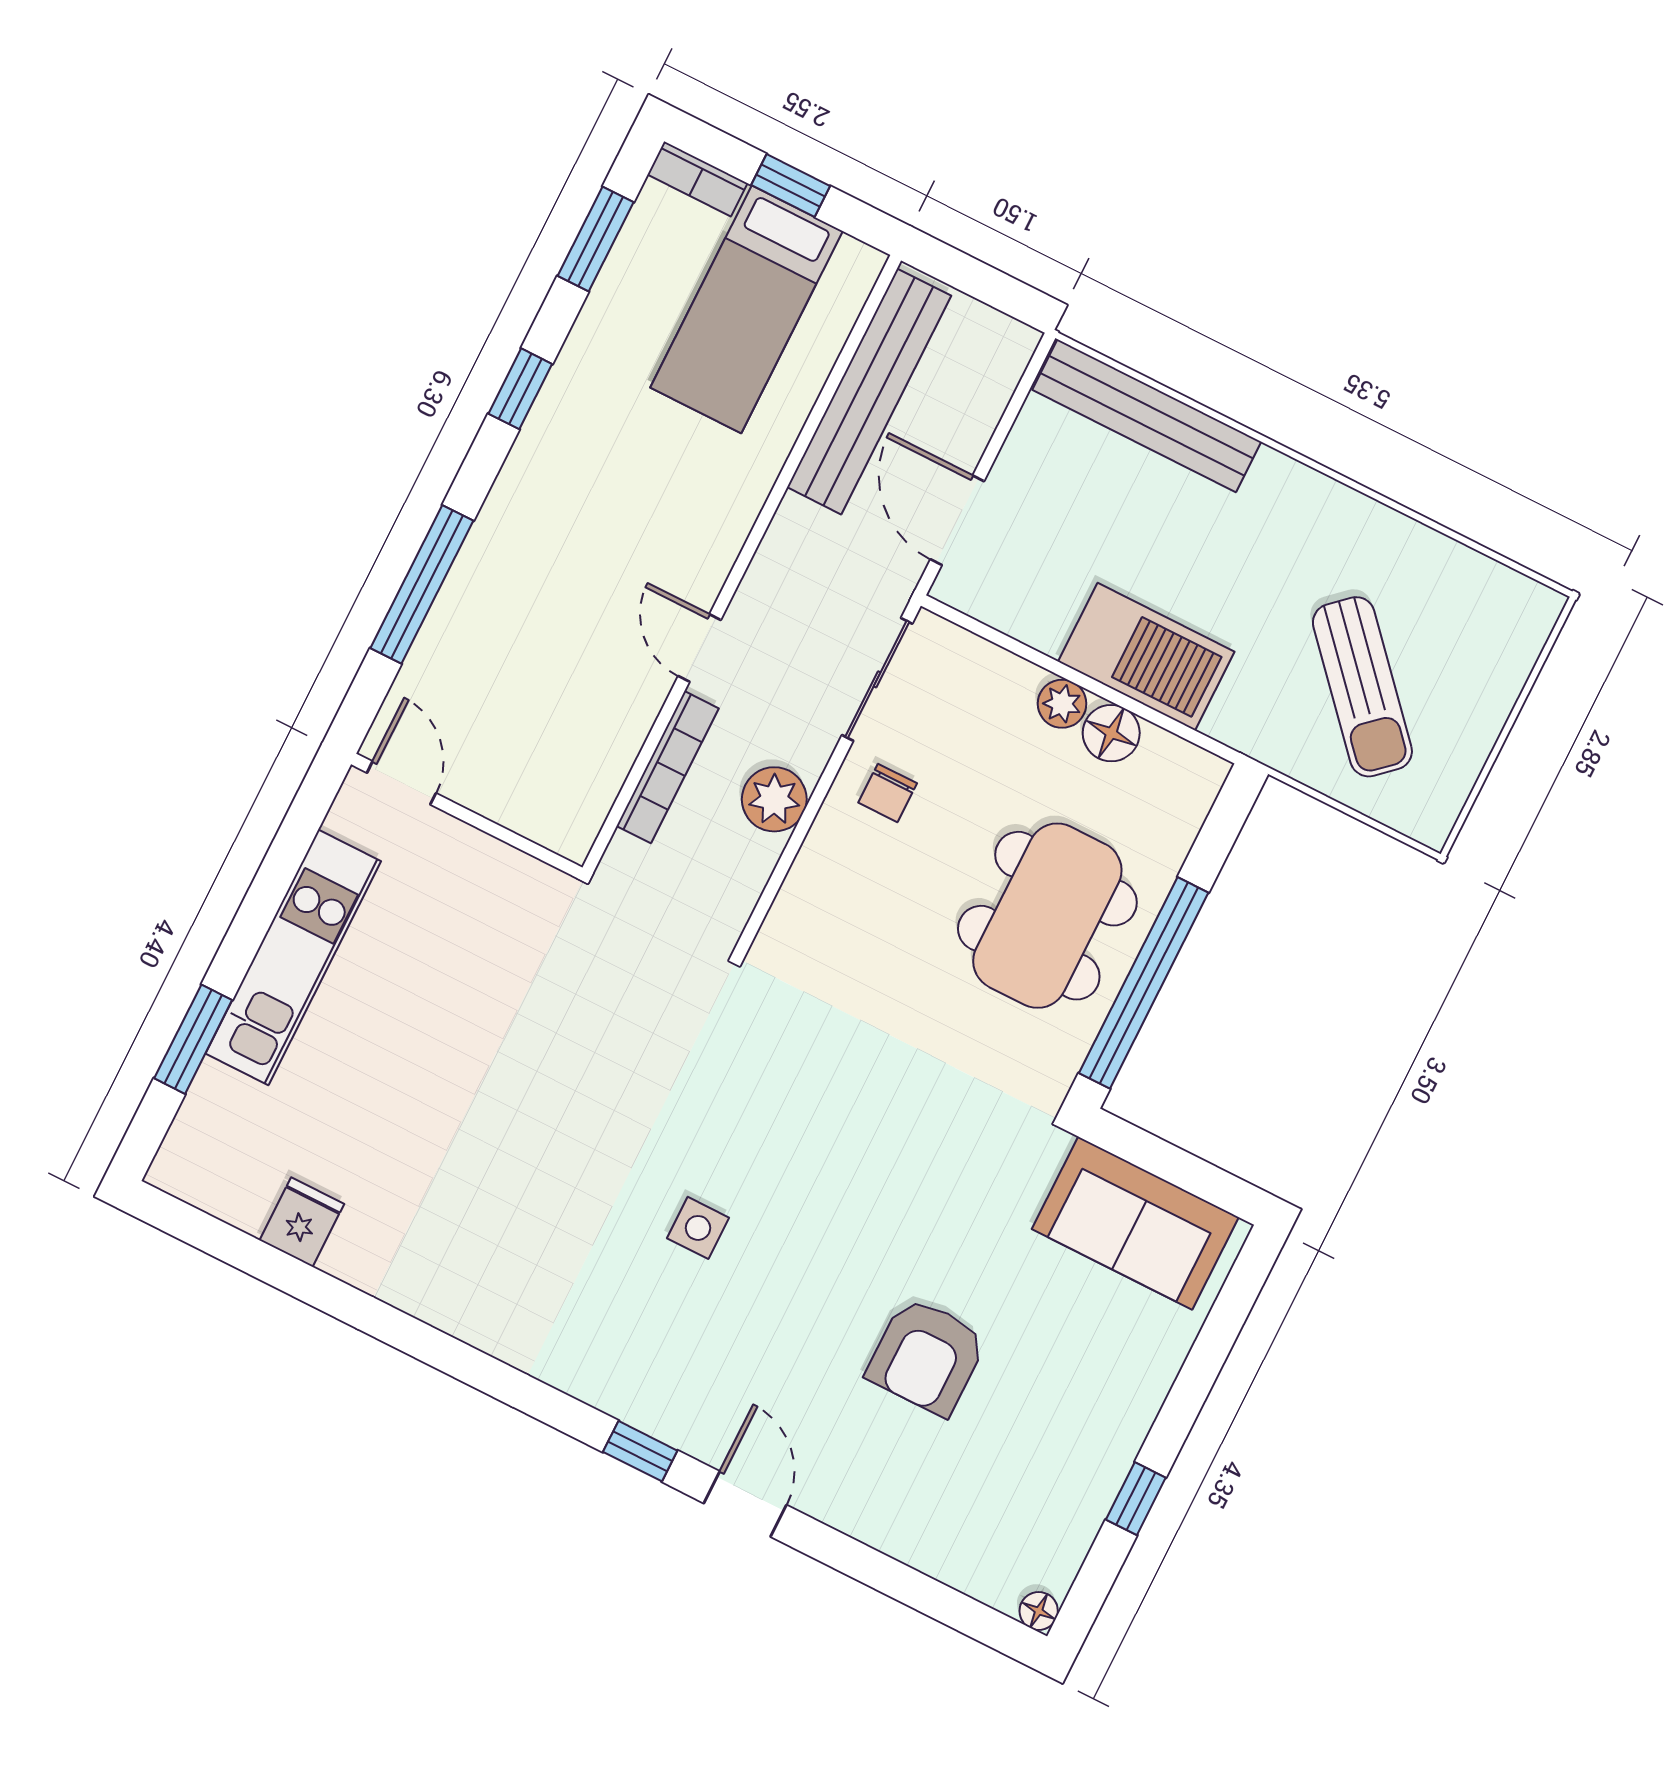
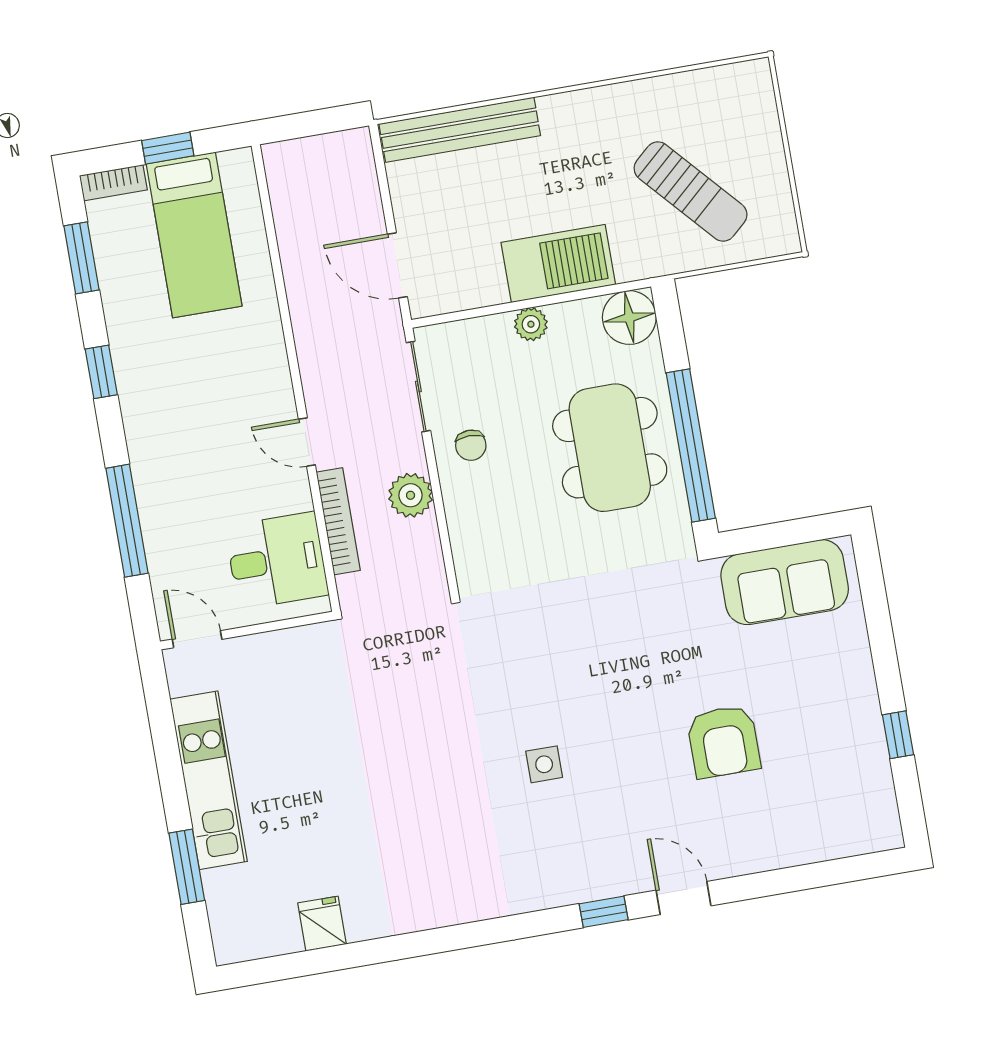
bench: (869, 391) -> (296, 230), removed
floor lamp: (1111, 733) -> (629, 318), moved, width x1.38, depth x1.38
desk: (562, 760) -> (277, 561), added
floor lamp: (1039, 1611) -> (890, 837), removed

